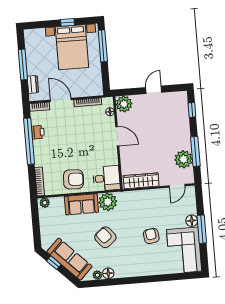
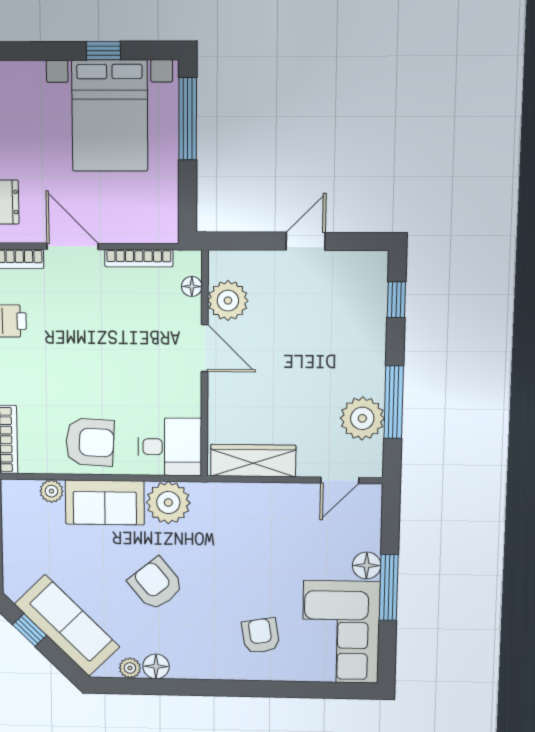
plant: (124, 104) -> (228, 301), moved
plant: (45, 203) -> (51, 491), moved
armchair: (151, 236) -> (261, 636), moved

